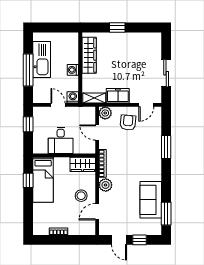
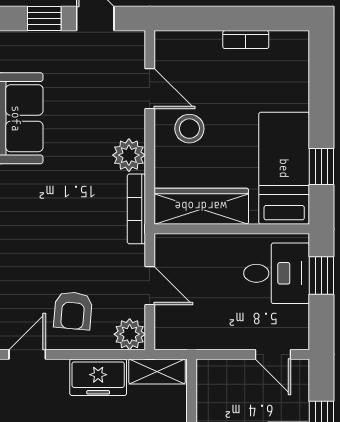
washing machine: (73, 97) -> (210, 373), removed
door: (58, 105) -> (273, 354), moved
window: (28, 124) -> (321, 275), moved
desk: (61, 140) -> (277, 273), moved, turned 90
wardrobe: (83, 164) -> (201, 206), width x1.50
door: (97, 212) -> (150, 89), hinge flipped

